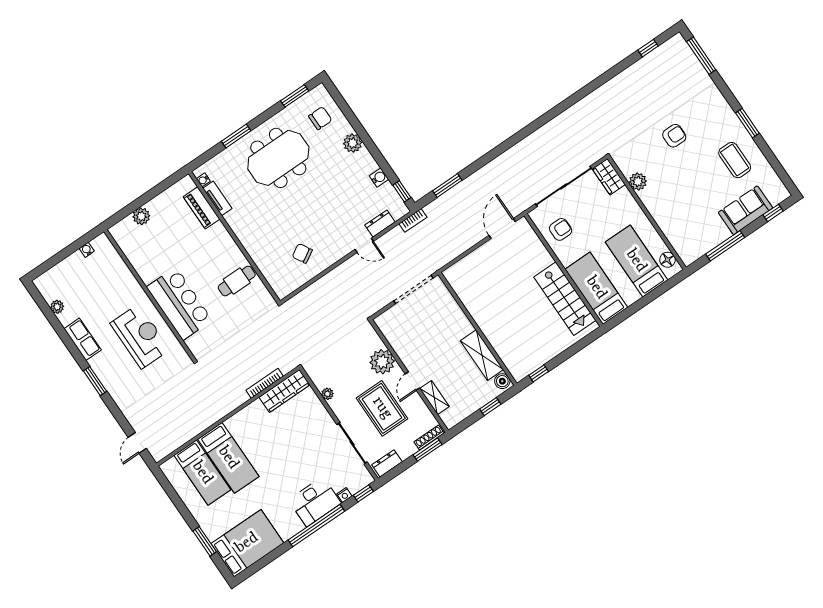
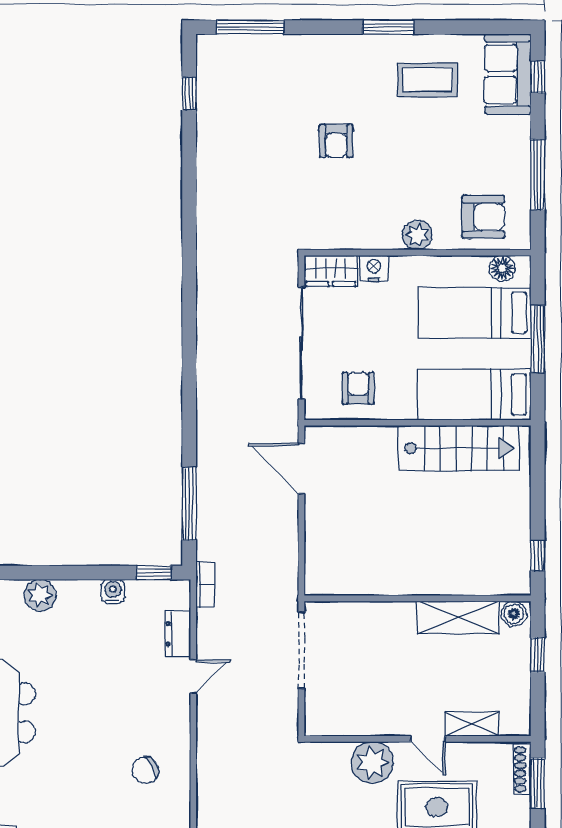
armchair: (674, 136) -> (336, 141), turned 180
plant: (638, 181) -> (417, 235), moved
window: (447, 185) -> (189, 504), width x1.44
nightstand: (625, 197) -> (374, 268), added
sofa: (746, 210) -> (508, 74), moved
armchair: (686, 233) -> (483, 217), added
window: (645, 301) -> (538, 339), added

